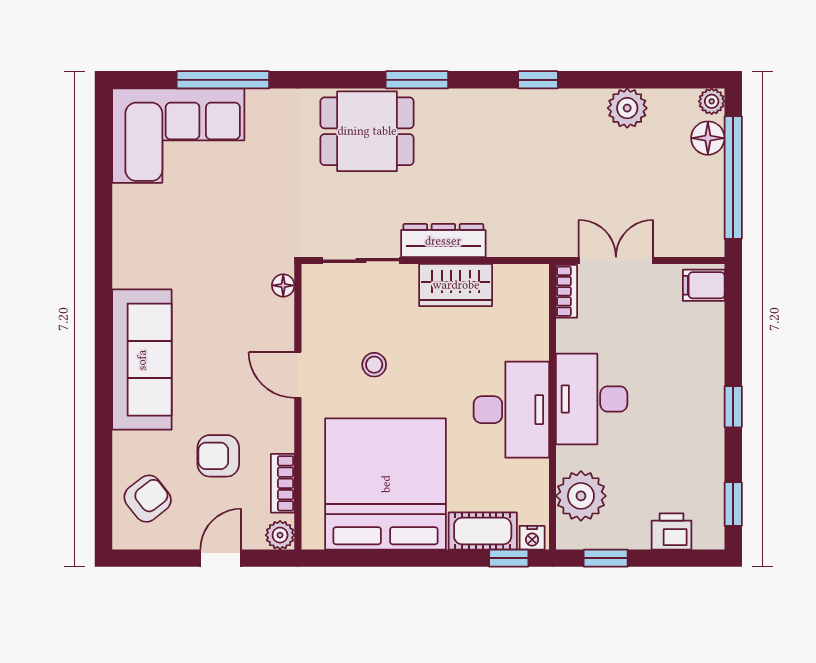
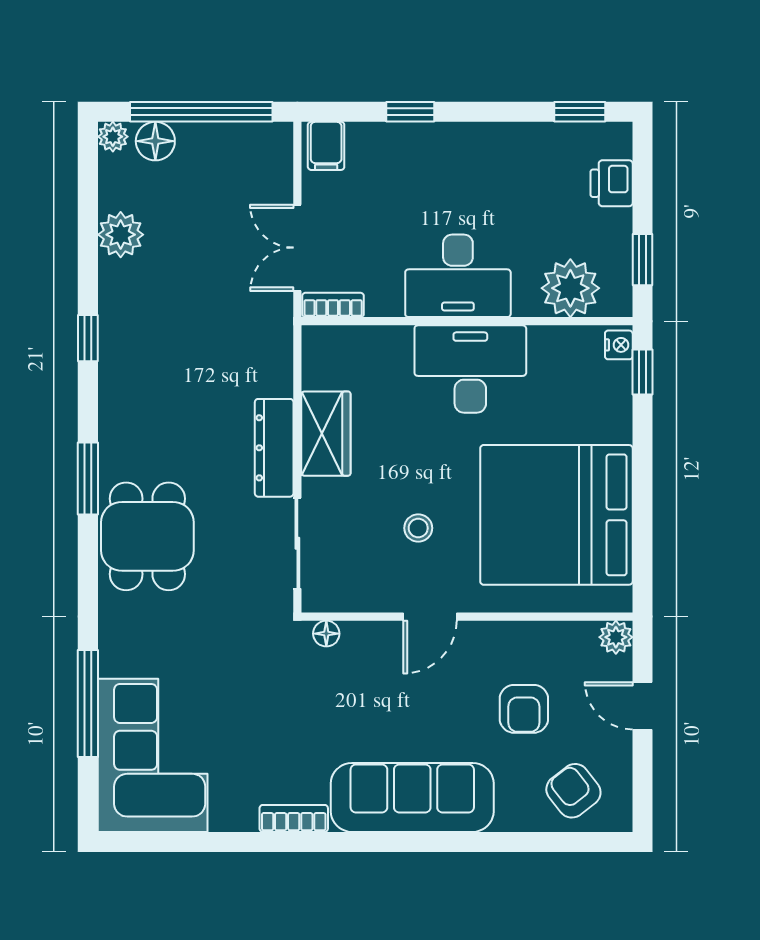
window: (733, 407) -> (410, 112), moved
bookcase: (283, 483) -> (294, 818), moved, turned 180
cot: (483, 531) -> (611, 402), removed

